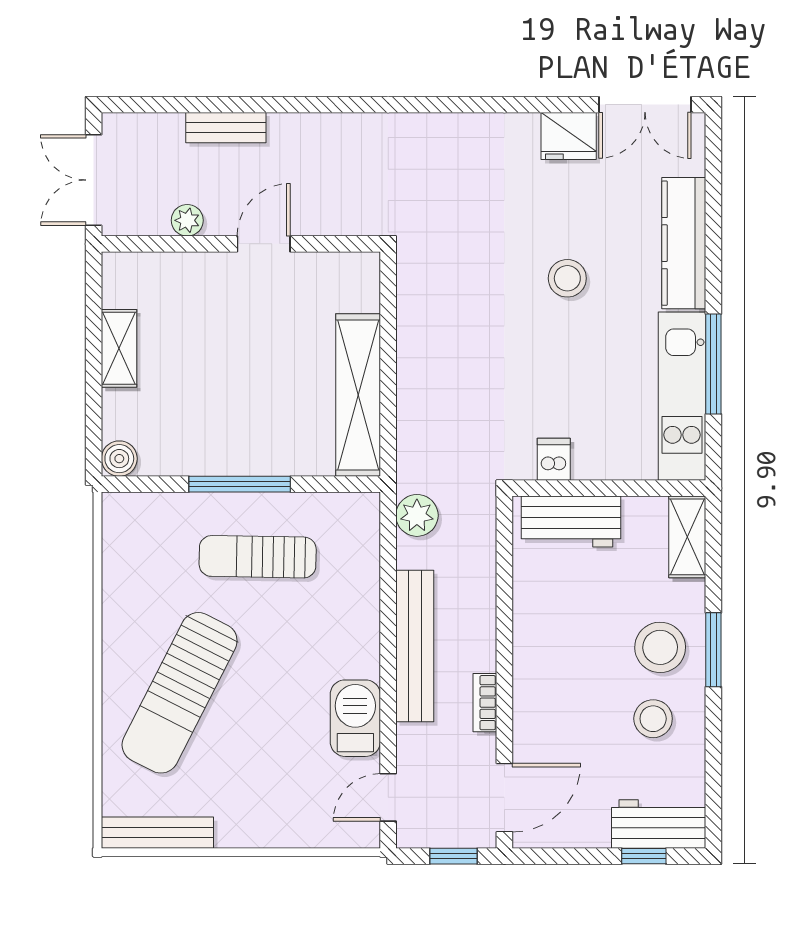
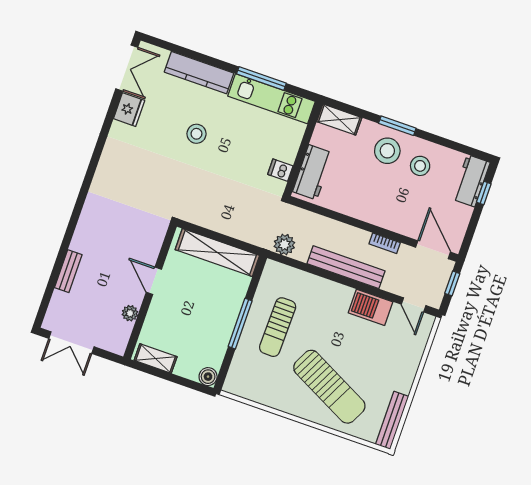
plant: (187, 220) -> (130, 313), moved
wall: (241, 244) -> (150, 292), moved
door: (264, 244) -> (154, 281), moved

